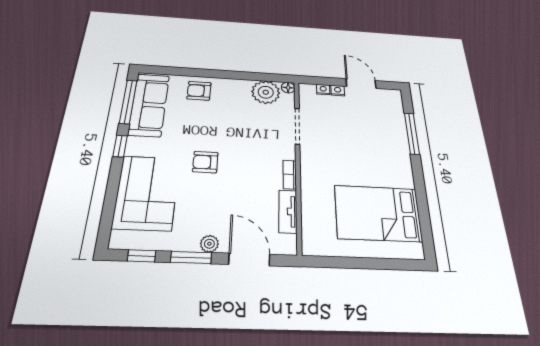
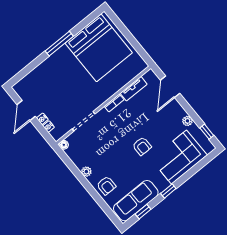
plant: (266, 92) -> (86, 172), moved, width x0.53, depth x0.53
window: (128, 102) -> (143, 212), width x0.46
window: (412, 133) -> (59, 44), moved
bed: (378, 213) -> (99, 48), width x1.36
plant: (209, 244) -> (187, 121), moved
window: (191, 257) -> (190, 111), removed

